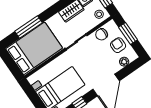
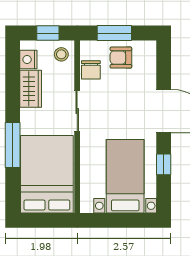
window: (29, 27) -> (13, 145), moved
plant: (124, 62) -> (149, 65), removed

